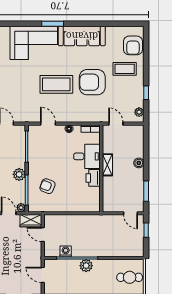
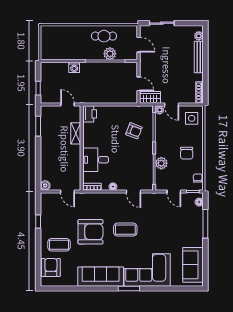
coffee table: (56, 84) -> (125, 230), width x0.73, depth x0.76
plant: (139, 112) -> (45, 203), removed
boiler: (139, 163) -> (45, 185), moved
shelving: (107, 165) -> (76, 133), moved
plant: (19, 174) -> (161, 163), moved
printer: (93, 178) -> (90, 114), moved
door: (130, 213) -> (68, 105), moved
washing machine: (66, 251) -> (74, 67), moved
plant: (86, 266) -> (110, 54), moved
cafe table: (130, 277) -> (104, 36), moved

